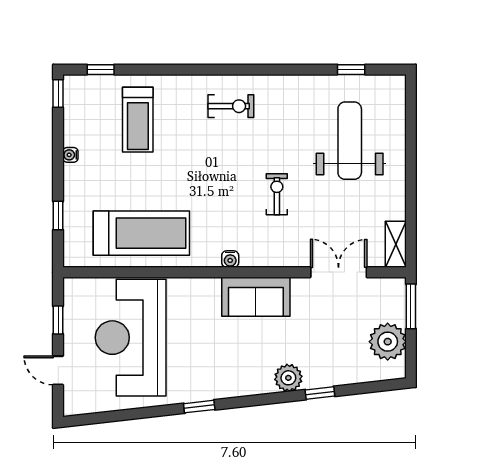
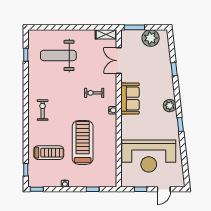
exercise bike: (277, 194) -> (94, 93), moved
treadmill: (141, 233) -> (83, 142), moved
plant: (288, 378) -> (170, 106), moved

